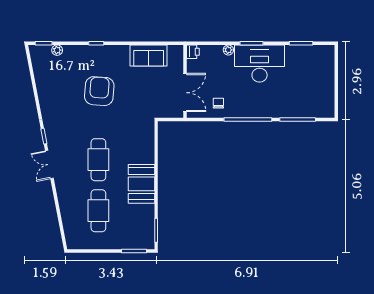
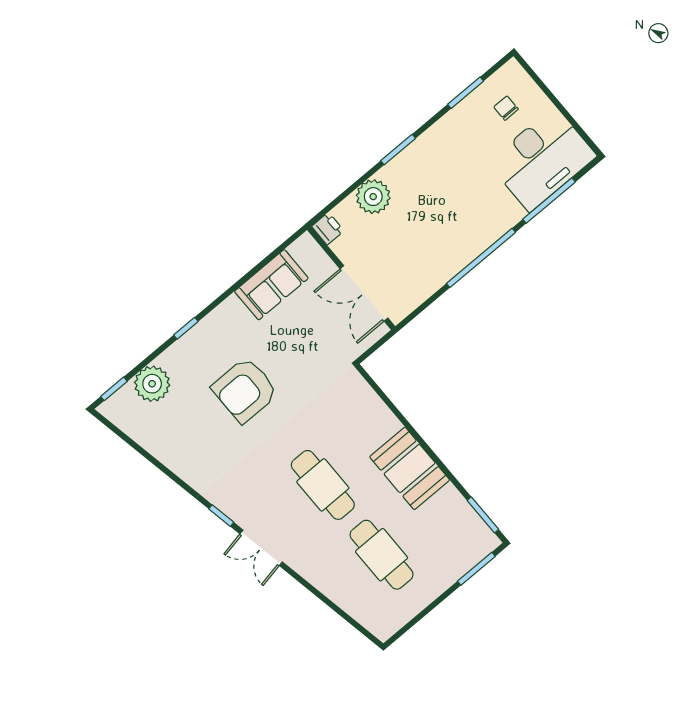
plant: (57, 50) -> (152, 384), width x1.88, depth x1.88
plant: (228, 50) -> (373, 197), width x1.88, depth x1.88
desk: (260, 64) -> (542, 159), moved, turned 180
armchair: (99, 91) -> (245, 390), turned -94
double door: (185, 93) -> (364, 293), swing flipped
chair: (218, 103) -> (506, 108), moved

